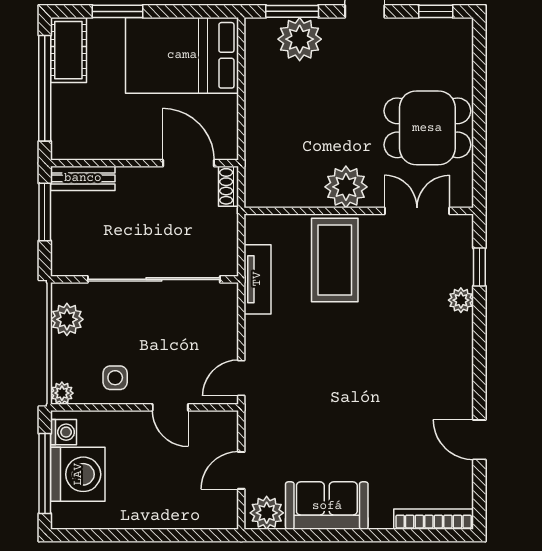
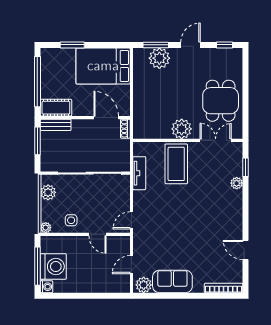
cot: (68, 50) -> (56, 108), moved, turned 90
dining table: (427, 128) -> (221, 101), turned 90
washing machine: (64, 432) -> (46, 287), moved

